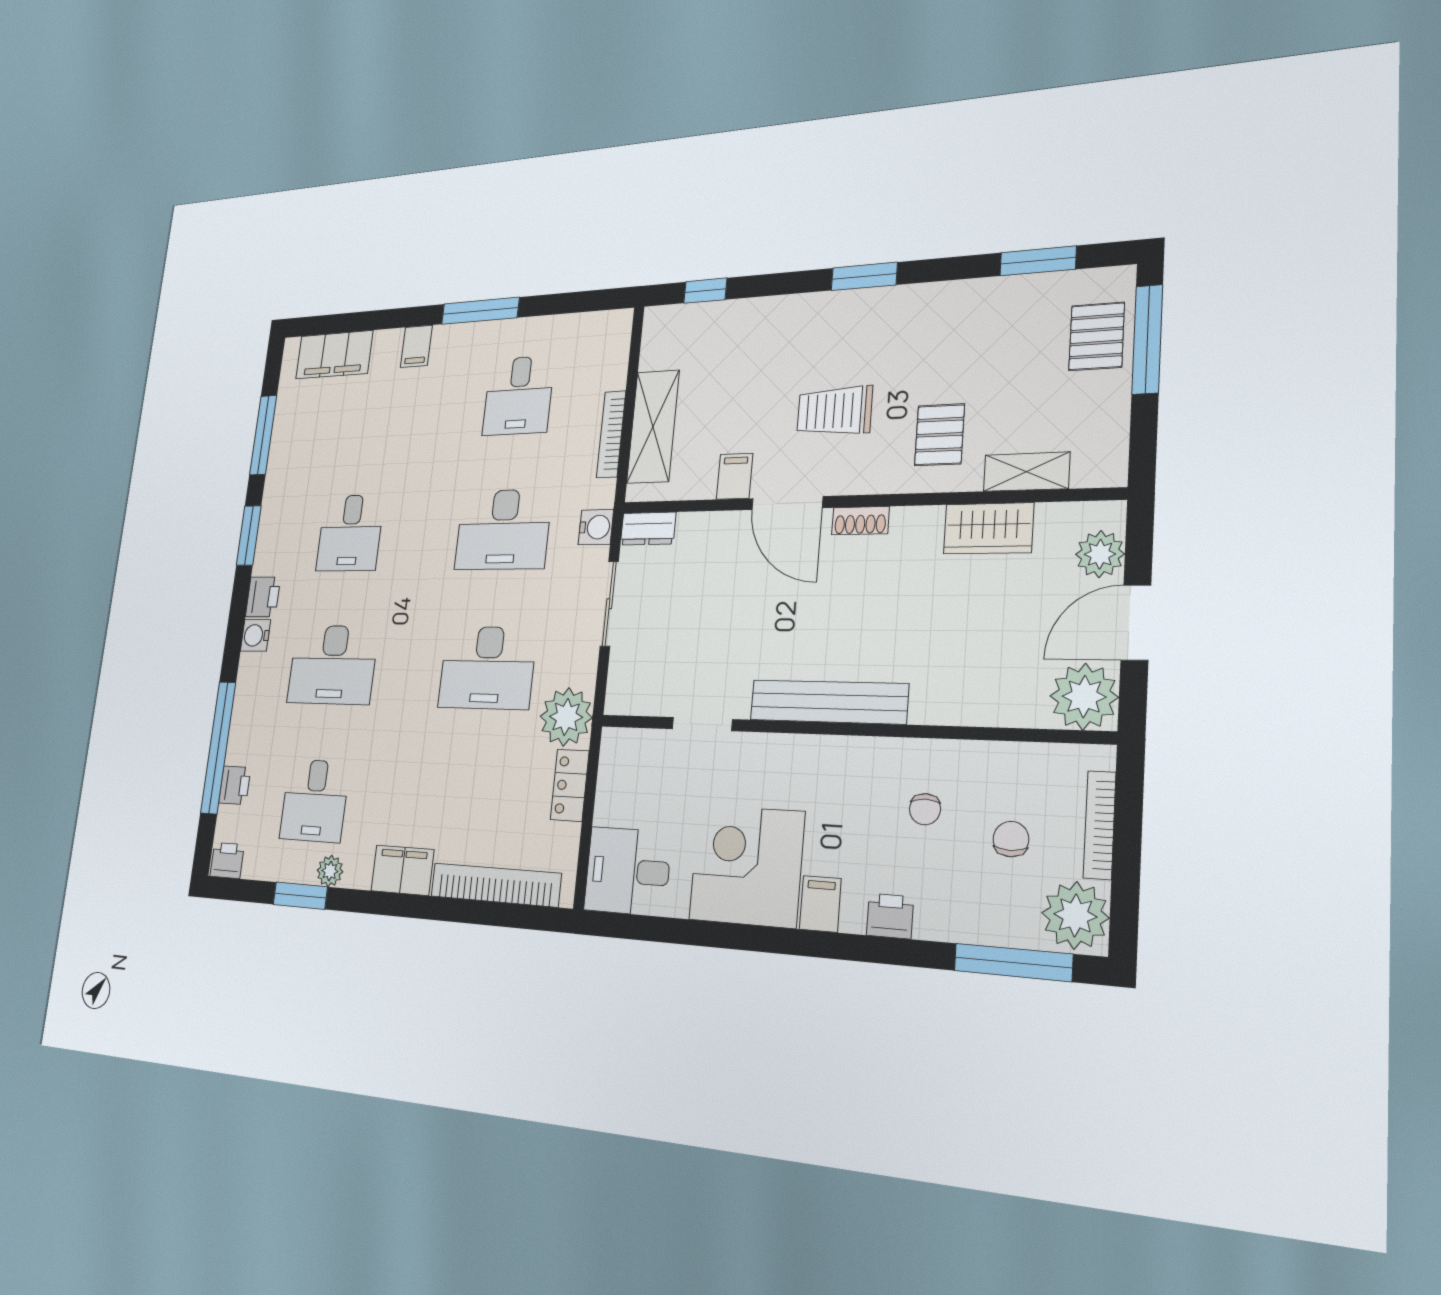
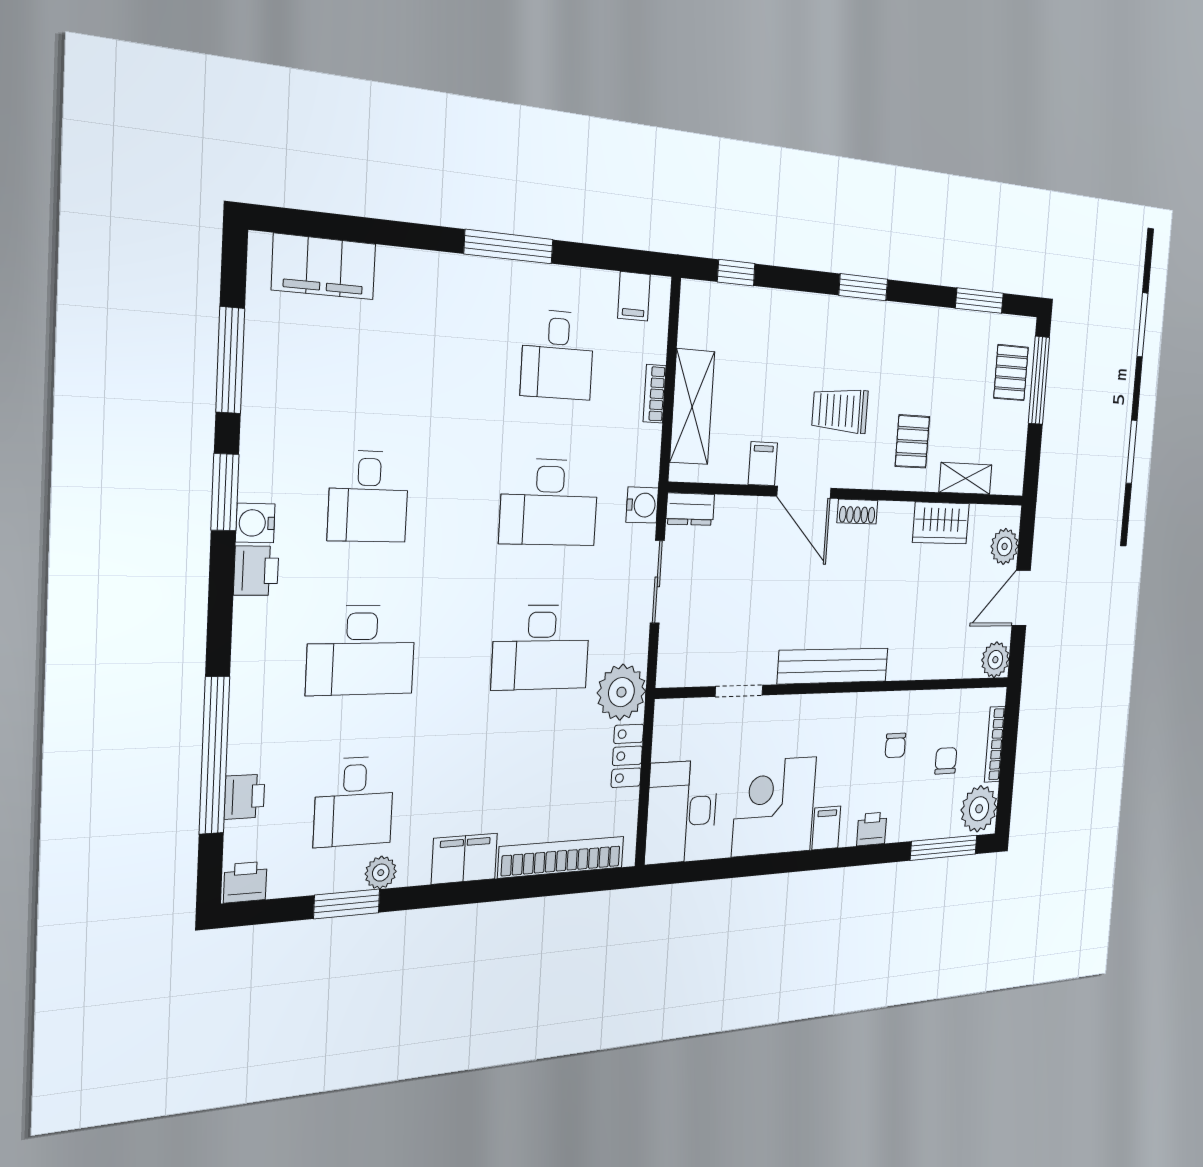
filing cabinet: (416, 346) -> (634, 296), moved
bookcase: (611, 434) -> (655, 394), width x0.64
water cooler: (256, 635) -> (255, 523), moved
plant: (1084, 697) -> (995, 660), width x0.73, depth x0.73
desk: (628, 871) -> (682, 812), width x1.37

